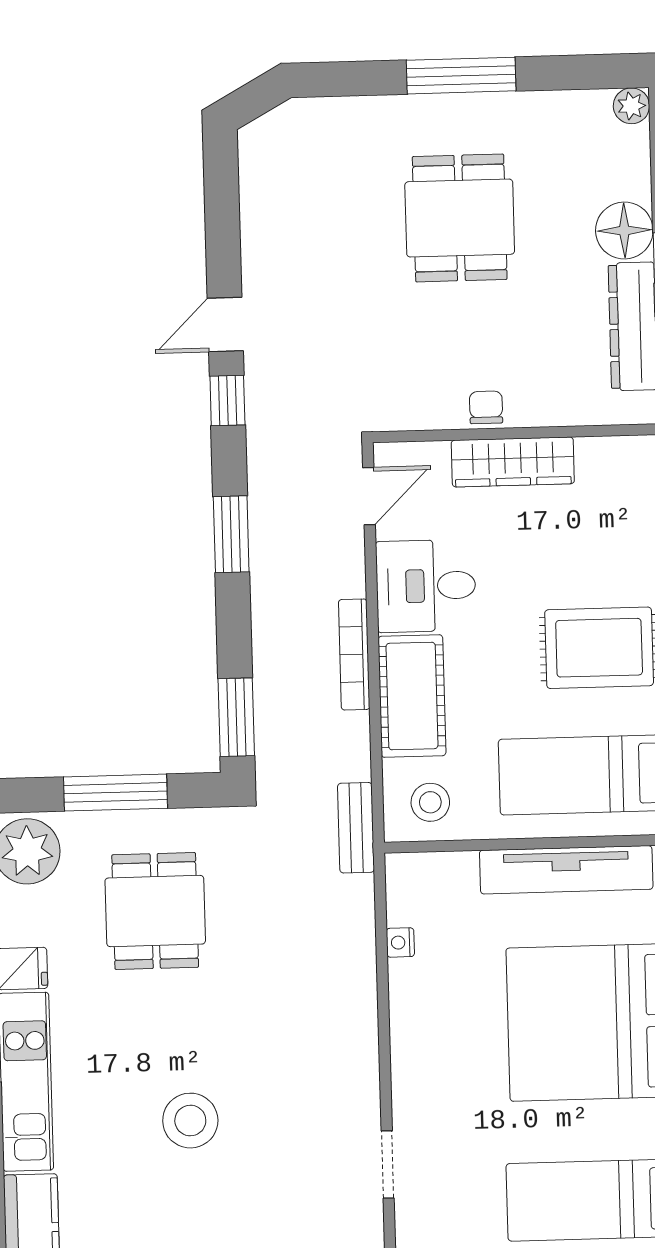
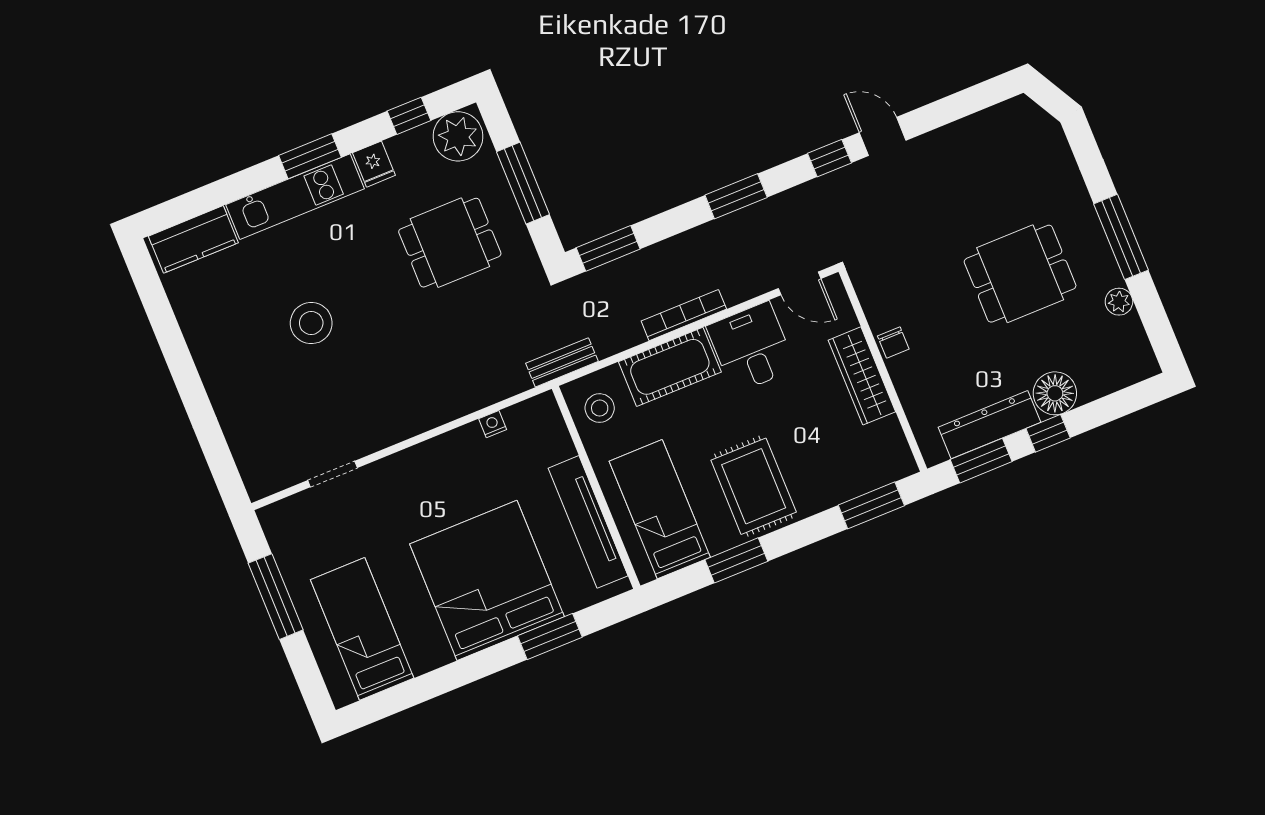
plant: (631, 106) -> (1119, 302), moved
chair: (486, 407) -> (893, 343), turned 90

